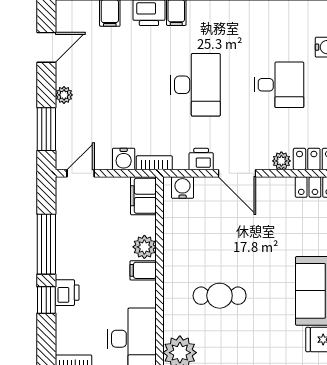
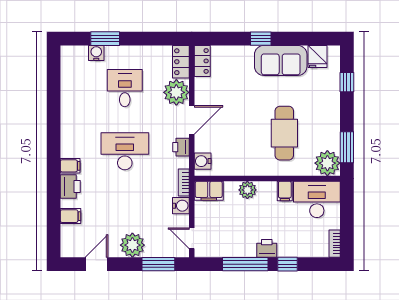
door: (46, 47) -> (97, 264), hinge flipped
plant: (64, 95) -> (132, 245), width x1.88, depth x1.88
plant: (281, 161) -> (176, 92), width x1.87, depth x1.87
filing cabinet: (143, 270) -> (285, 191), moved
printer: (67, 293) -> (267, 248), moved
cafe table: (220, 296) -> (284, 133), width x1.37, depth x1.35

